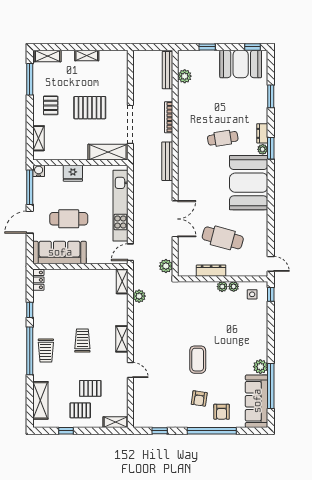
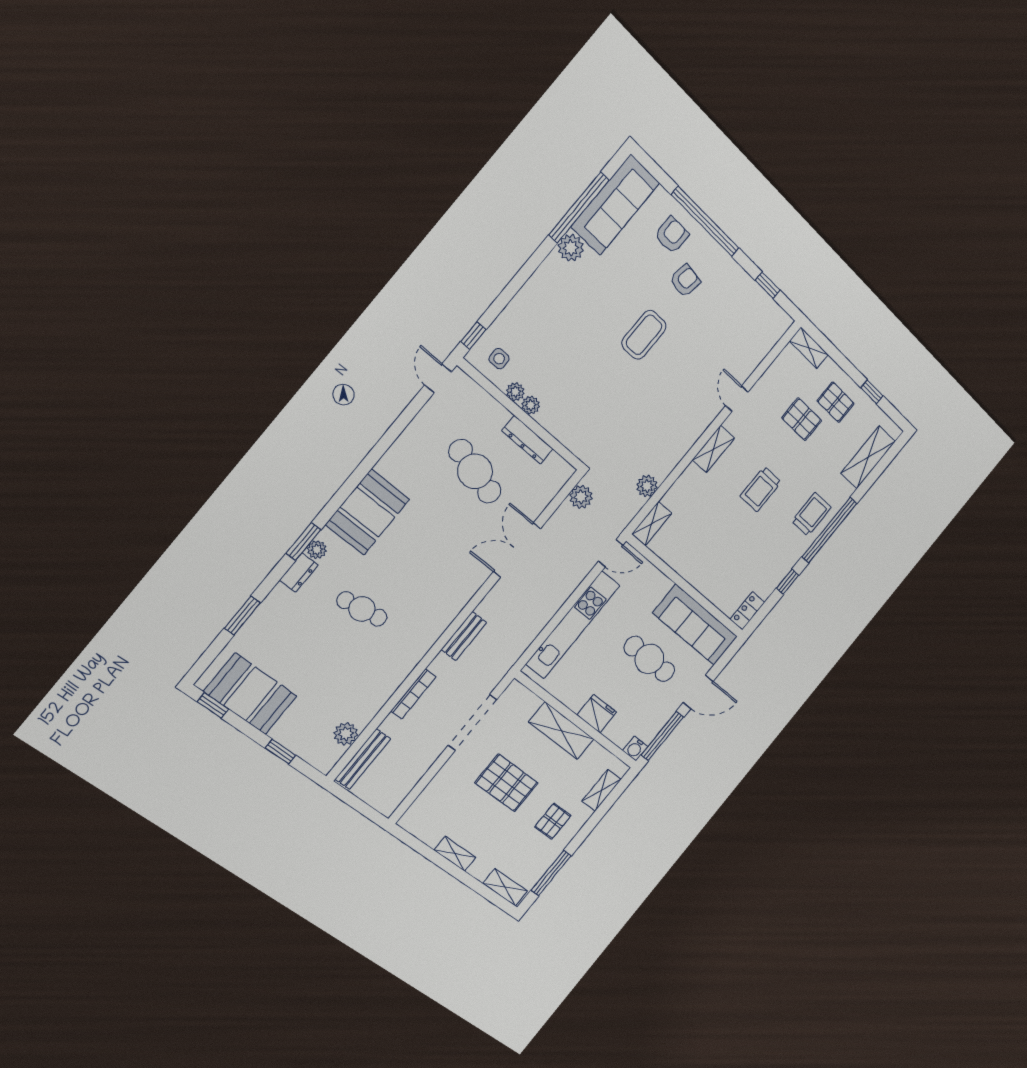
shelving: (108, 152) -> (561, 731), moved
bench: (167, 161) -> (464, 636), width x0.73
booth: (249, 183) -> (368, 512), width x0.73, depth x0.70

